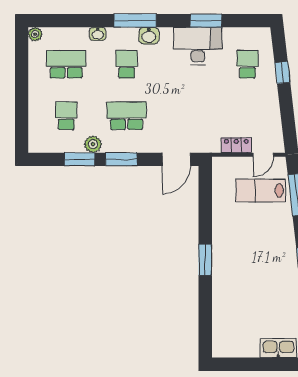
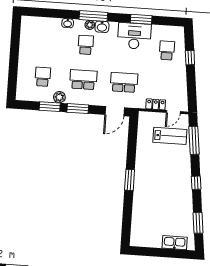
plant: (35, 34) -> (90, 25), moved
school desk: (66, 64) -> (124, 82), moved
lab bench: (261, 190) -> (170, 136), turned 180

